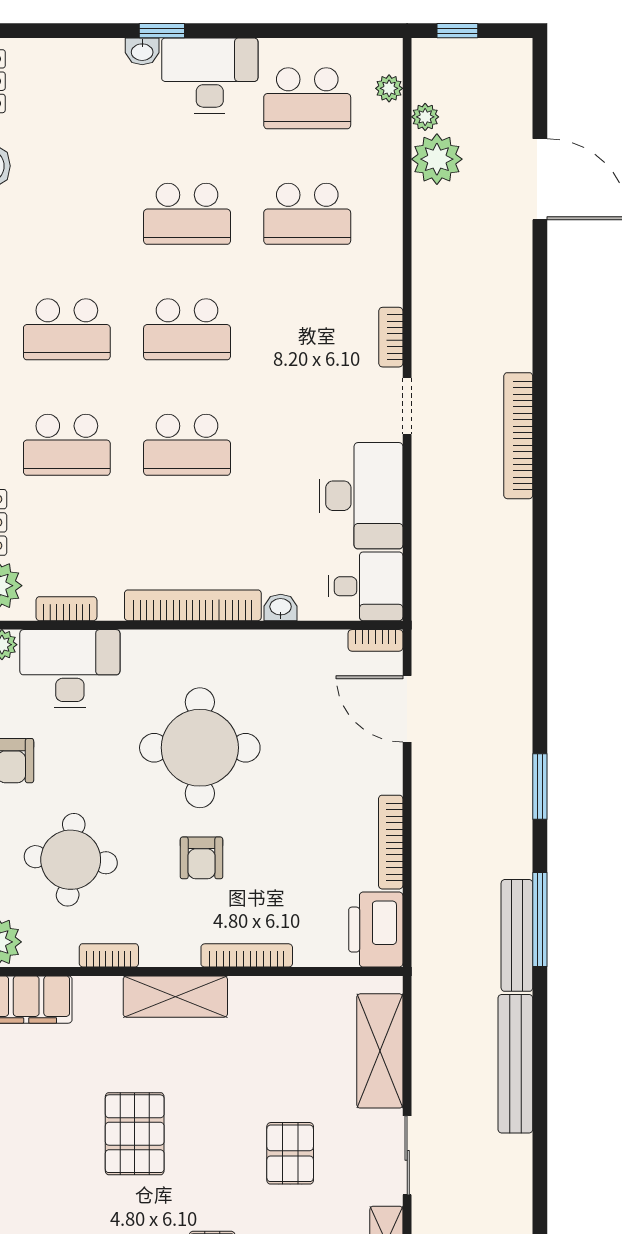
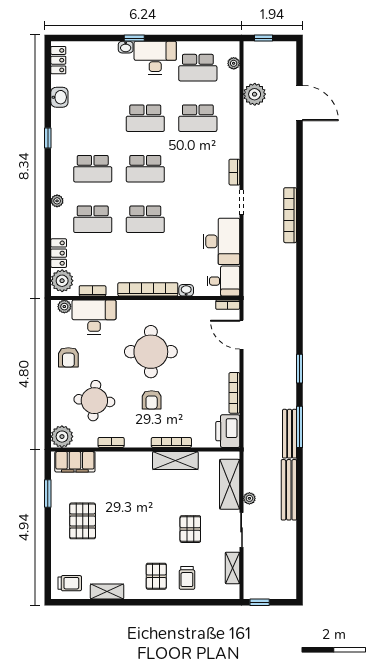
plant: (425, 117) -> (249, 498), moved
shelving: (175, 997) -> (175, 460), moved
pallet: (135, 1134) -> (83, 521), moved

